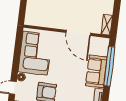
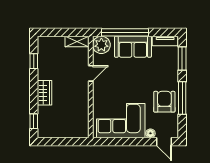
door: (78, 33) -> (91, 73), width x0.53
plant: (101, 45) -> (101, 45), added

